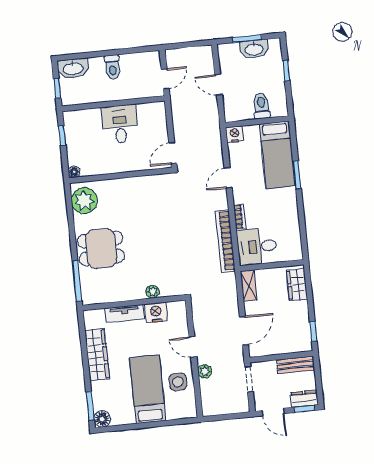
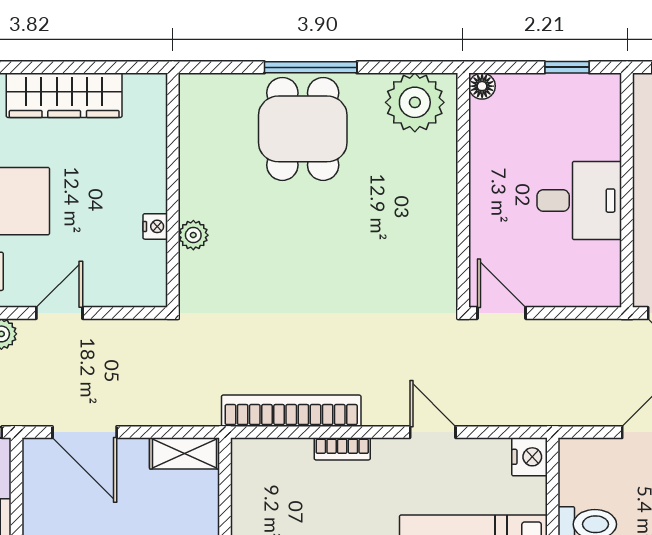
desk: (257, 247) -> (271, 481), removed
window: (77, 281) -> (311, 67), moved
tv unit: (125, 313) -> (151, 167), removed
nightstand: (156, 313) -> (155, 226), width x0.53, depth x0.56

